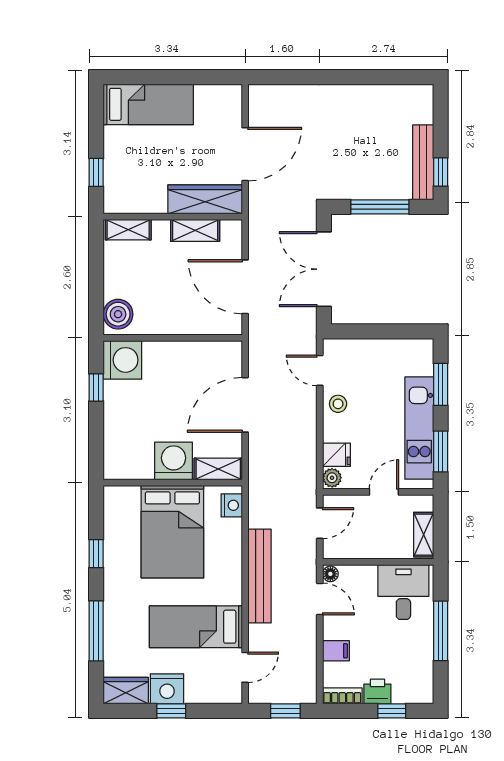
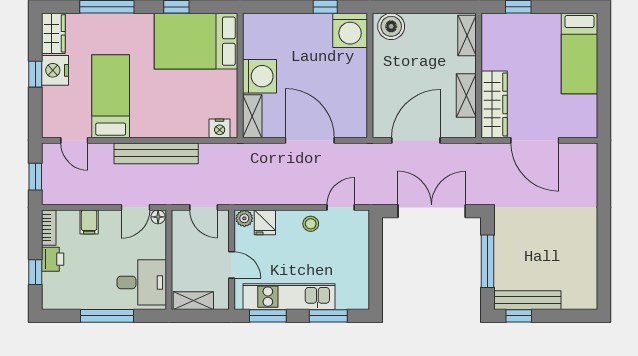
bed: (172, 532) -> (196, 41), moved

